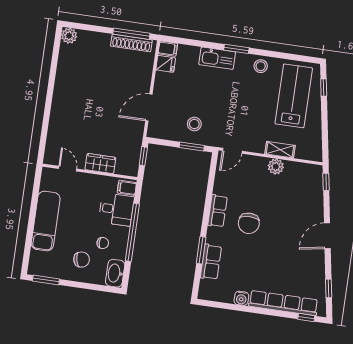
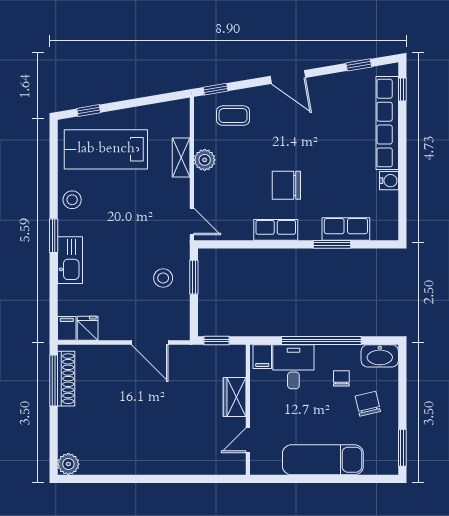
coffee table: (305, 192) -> (233, 116), added
chair: (249, 223) -> (286, 185), turned 180

